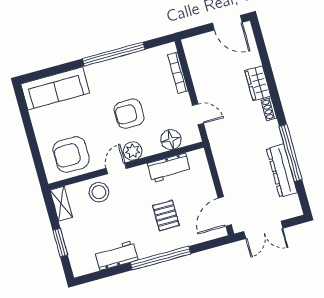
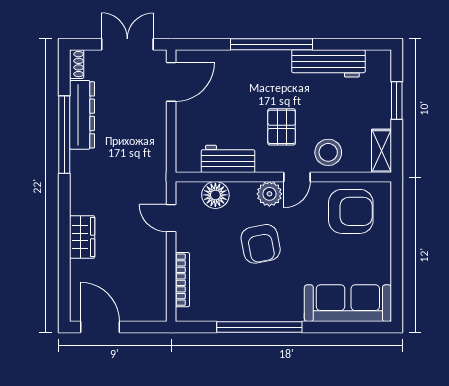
shoe rack: (269, 109) -> (77, 64), moved
armchair: (129, 114) -> (261, 244), turned 79
pallet: (166, 216) -> (282, 127), moved
workbench: (116, 256) -> (328, 63), width x1.37

